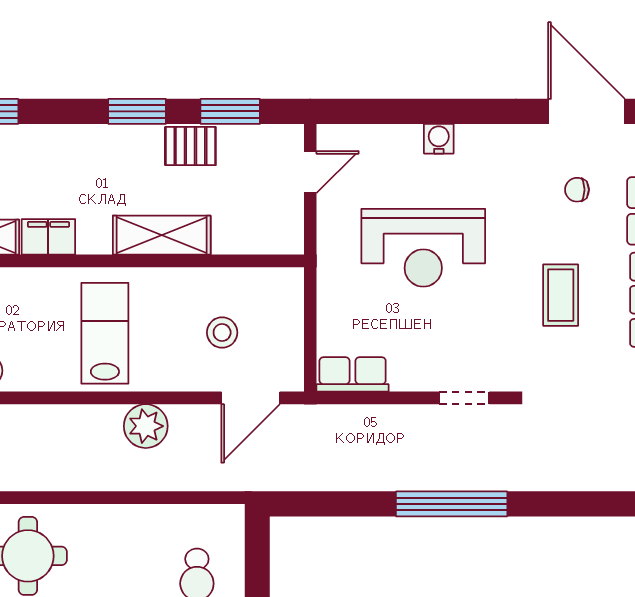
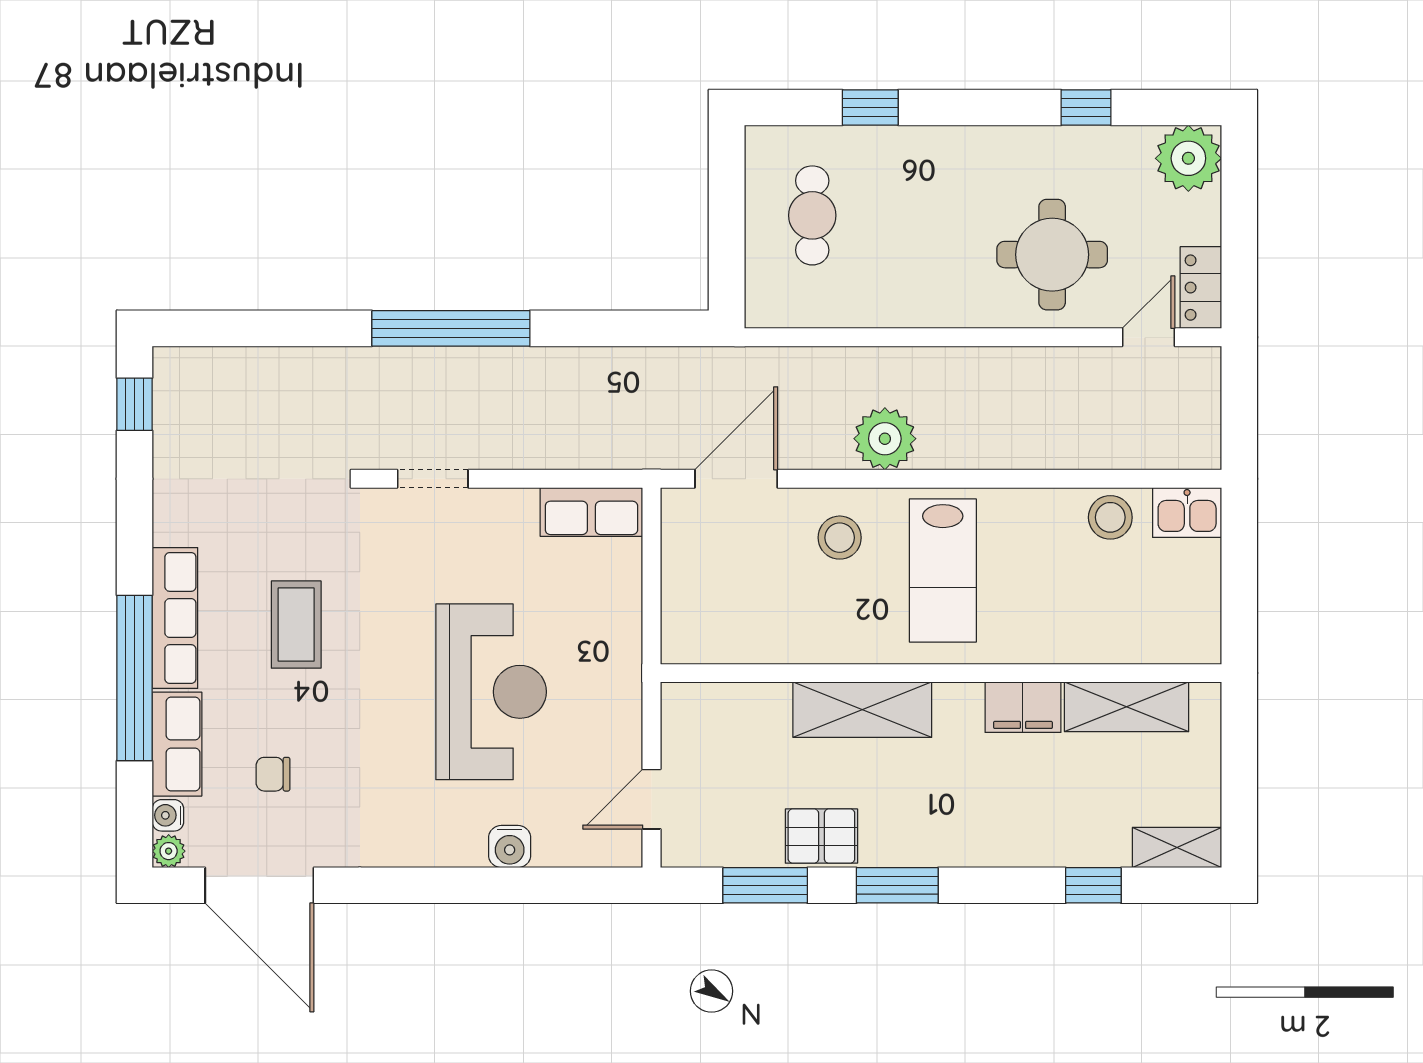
water cooler: (439, 139) -> (510, 846), moved
chair: (577, 190) -> (273, 774), turned 180
reception desk: (423, 248) -> (491, 692), turned 90
stool: (222, 333) -> (840, 538), moved

